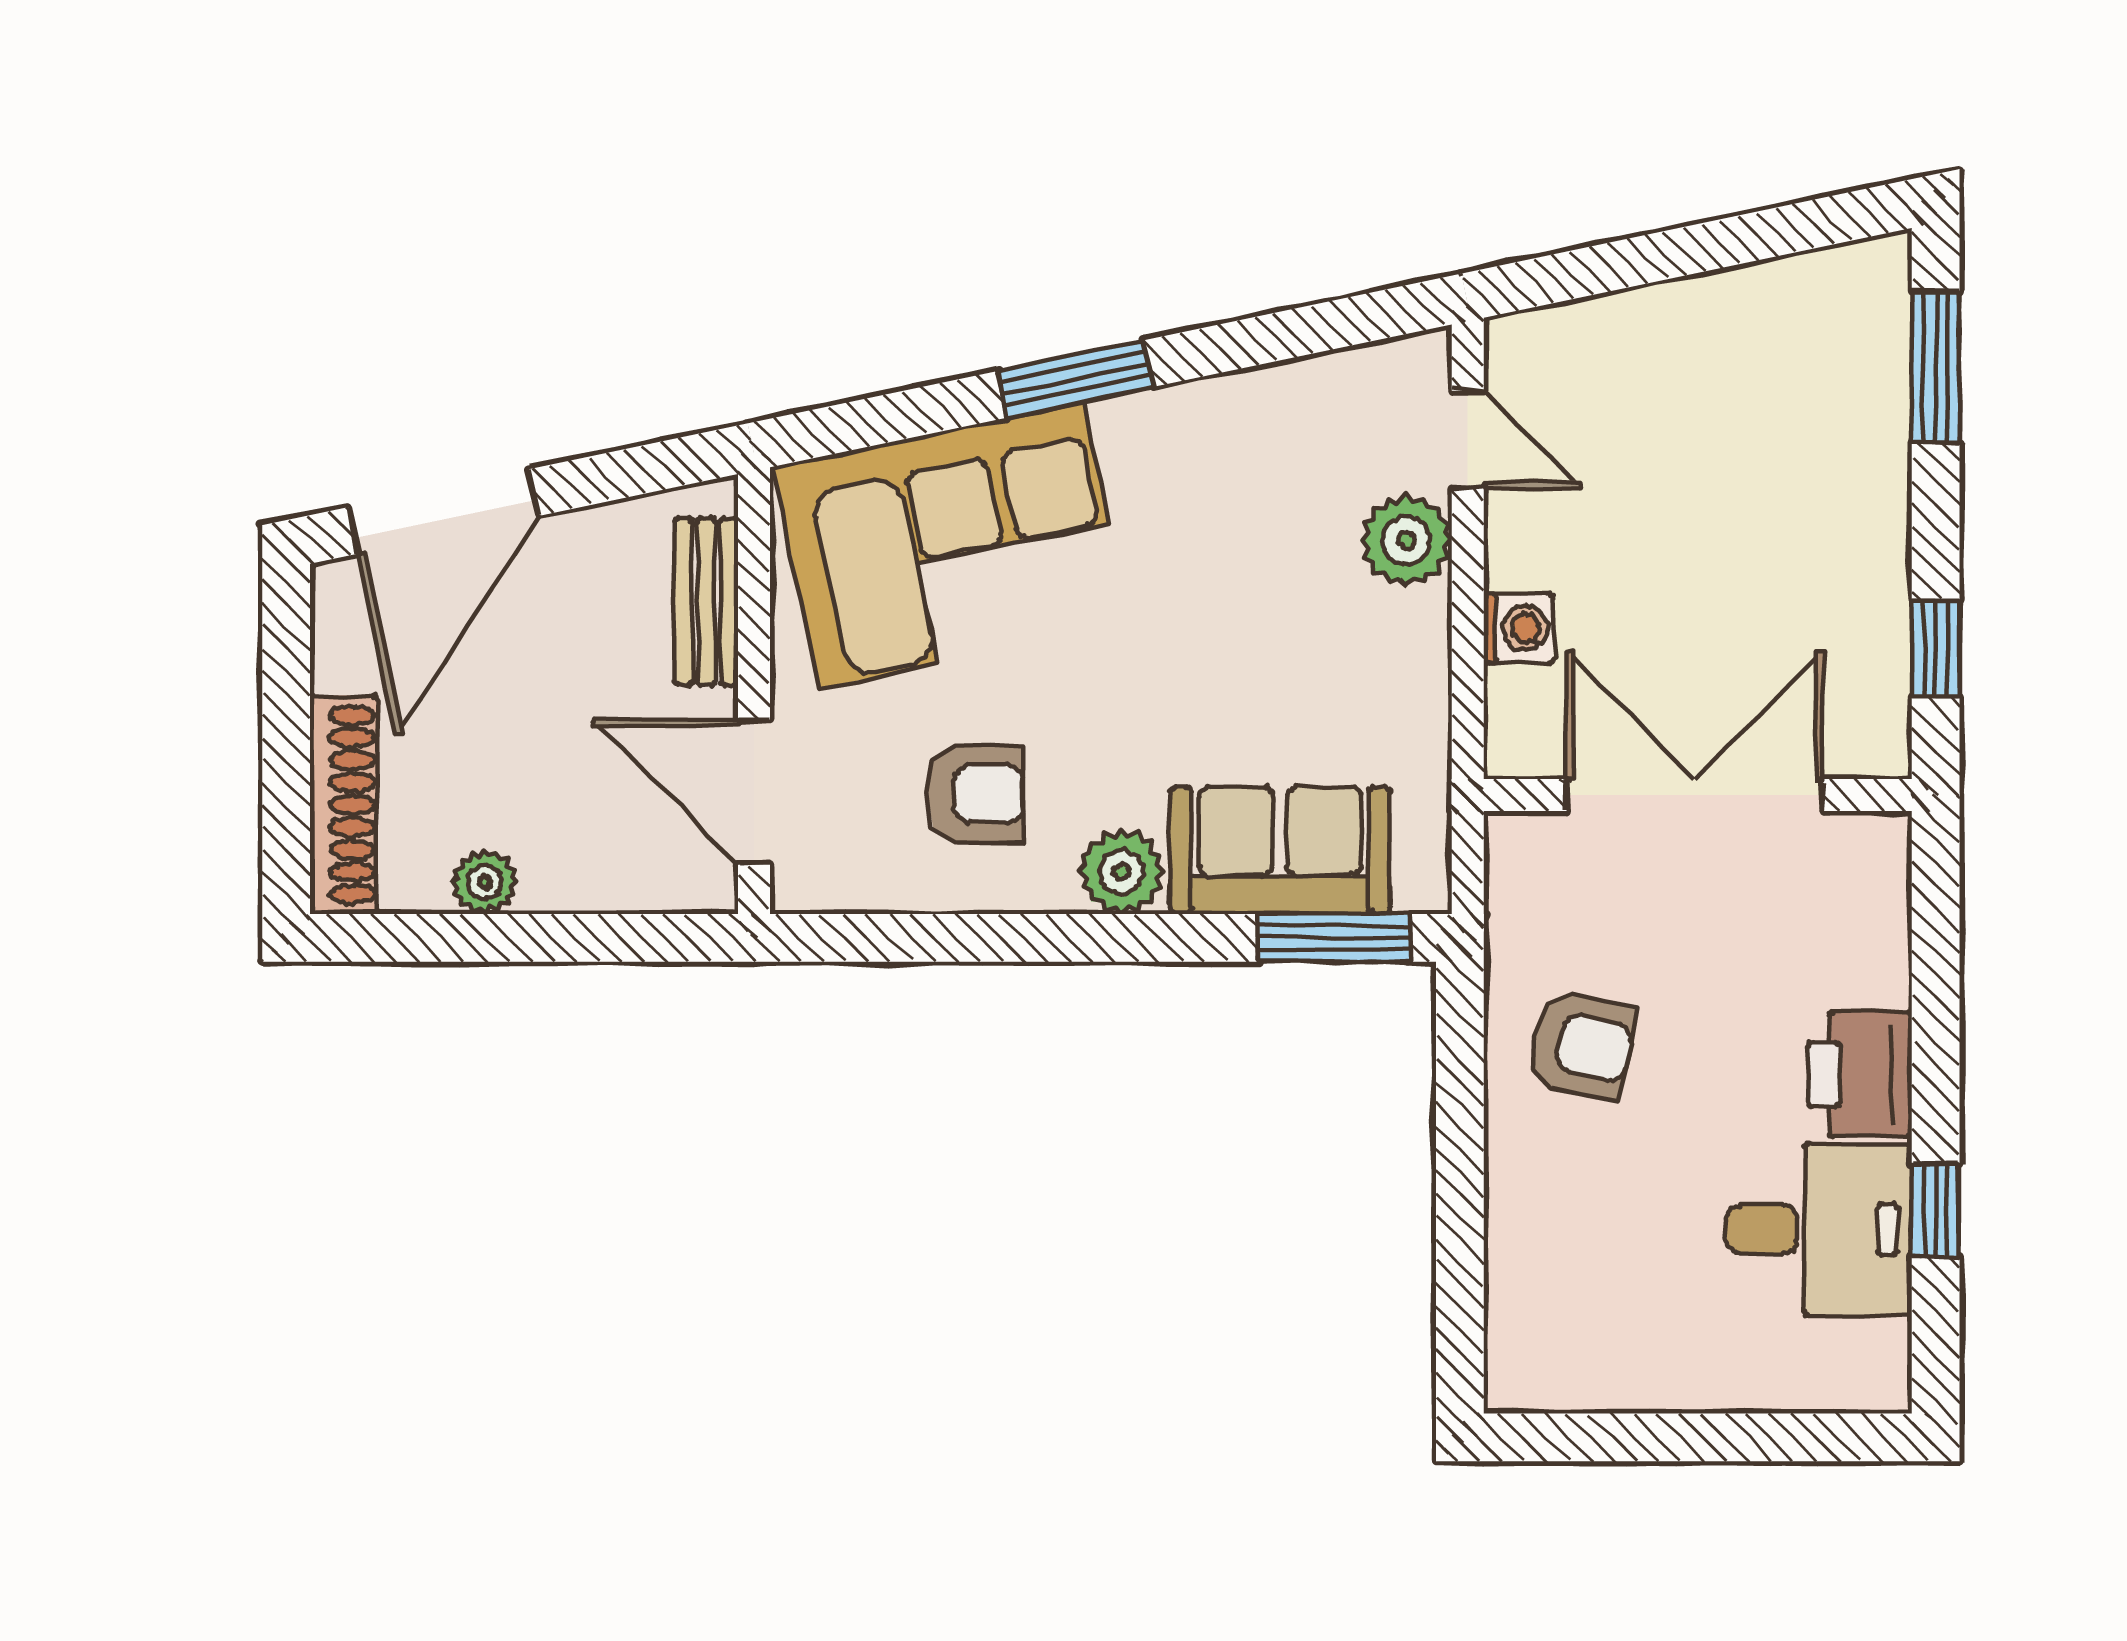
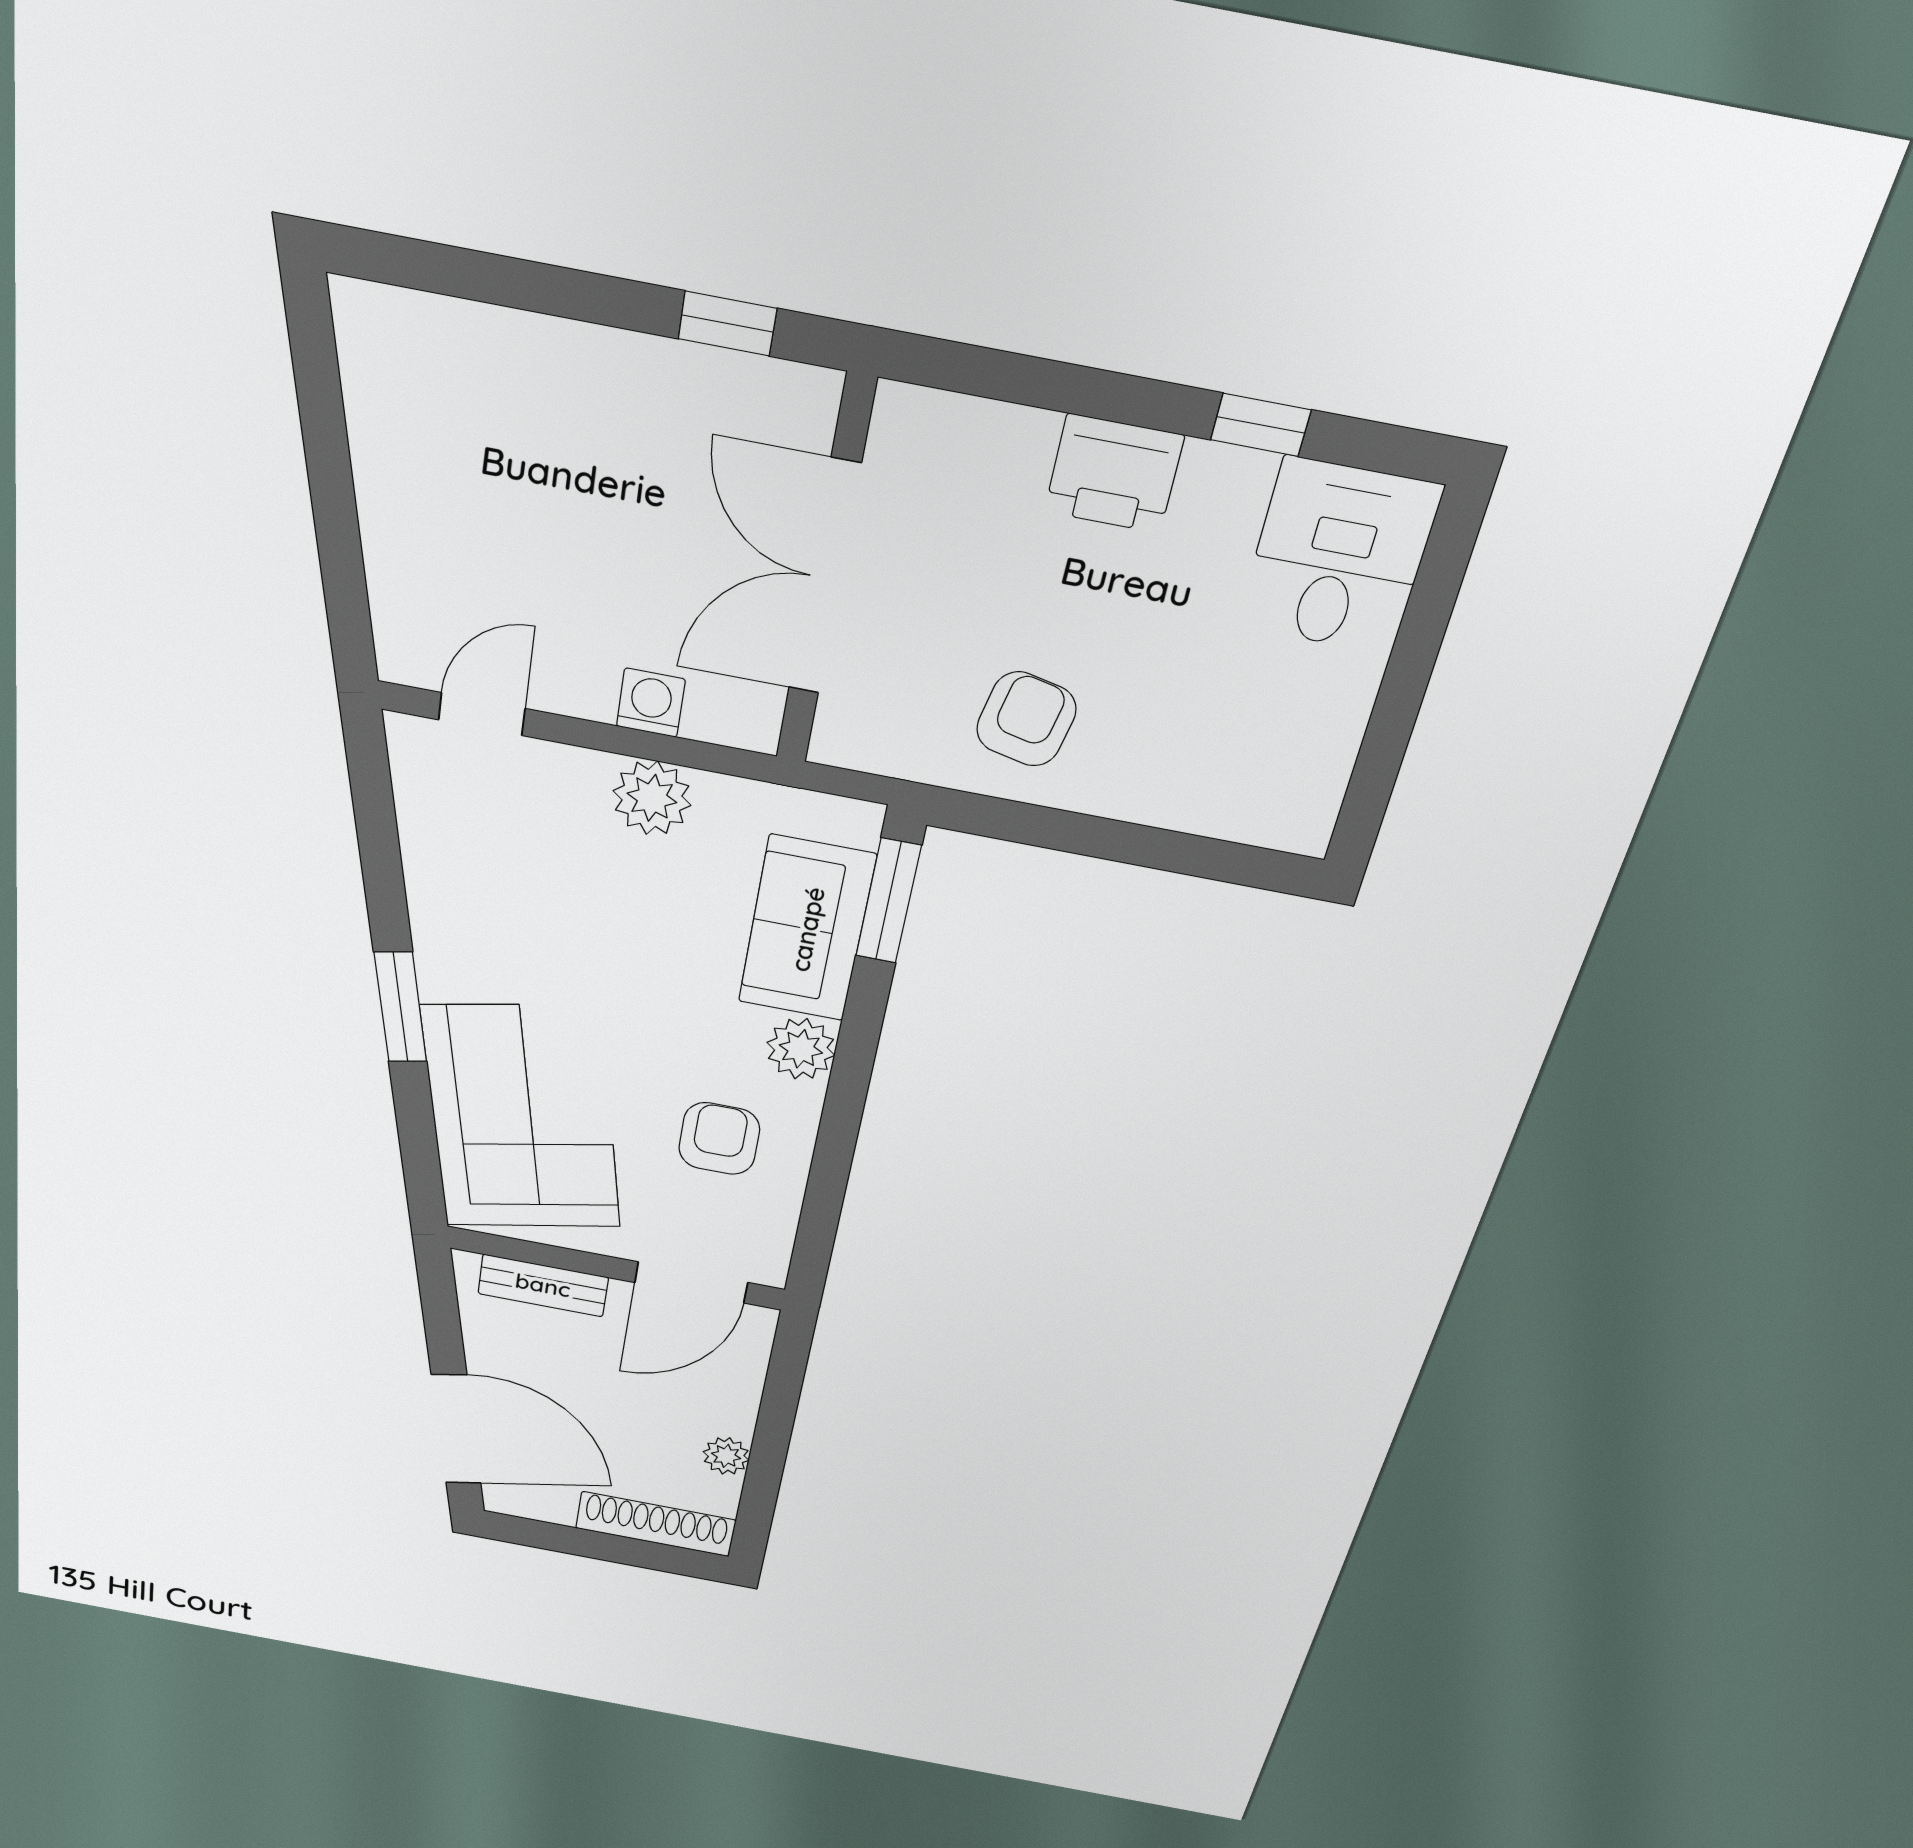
window: (1936, 367) -> (460, 273), removed
plant: (1406, 540) -> (652, 798), moved
desk: (1819, 1229) -> (1339, 557), moved

